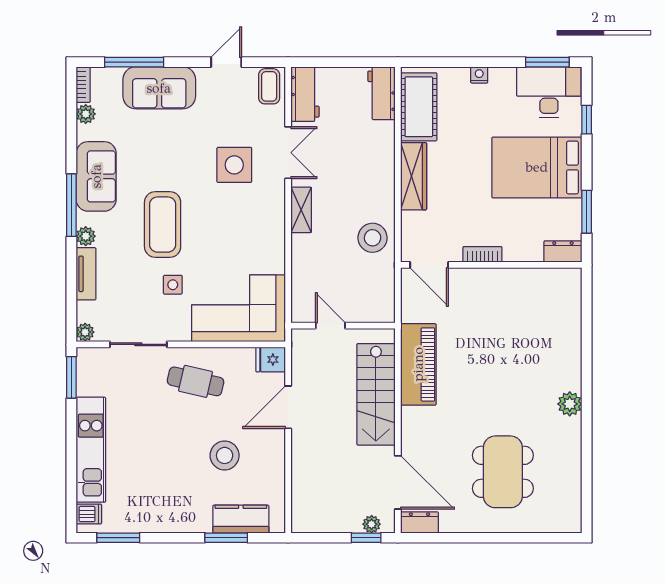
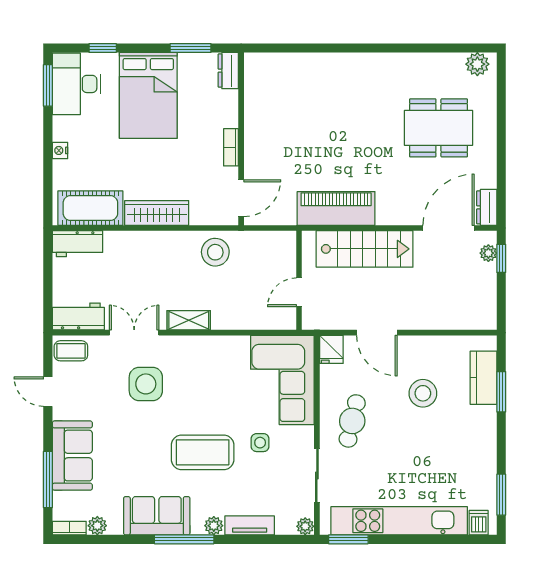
plant: (570, 404) -> (477, 64), moved
kitchen unit: (91, 450) -> (399, 521), width x1.36

